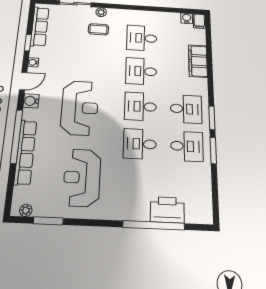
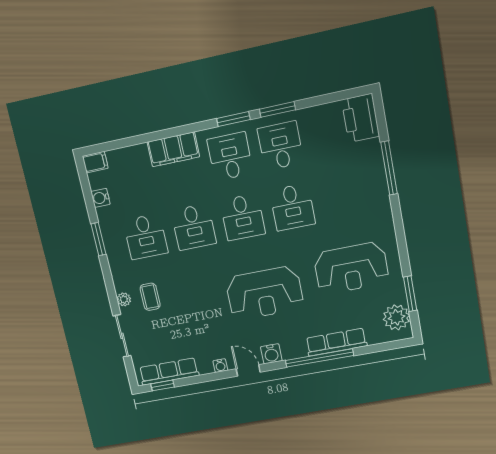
window: (147, 8) -> (99, 239), added
water cooler: (187, 18) -> (101, 198), moved
window: (28, 43) -> (163, 385), moved
filing cabinet: (198, 61) -> (173, 149), moved
reception desk: (80, 108) -> (265, 293), turned 180
row of seats: (25, 152) -> (336, 342), width x0.73
plant: (26, 210) -> (396, 317), width x1.87, depth x1.87
printer: (167, 210) -> (361, 118), moved
window: (154, 225) -> (389, 168), width x0.68

